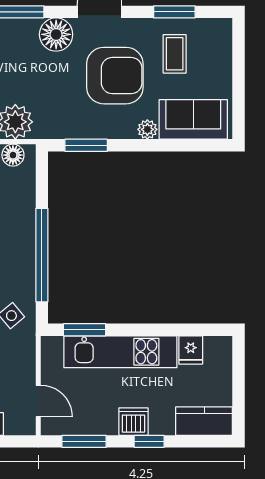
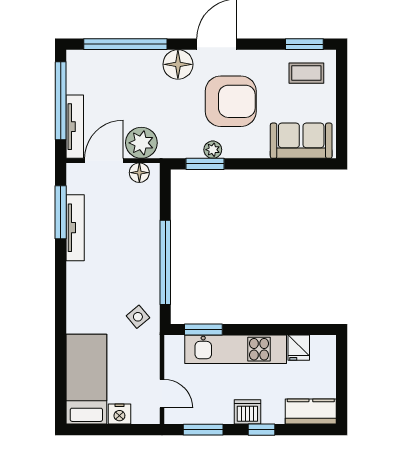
window: (174, 12) -> (304, 44), moved
coffee table: (175, 54) -> (306, 73), moved, turned 90
plant: (147, 129) -> (213, 150), moved

